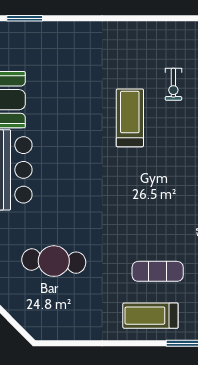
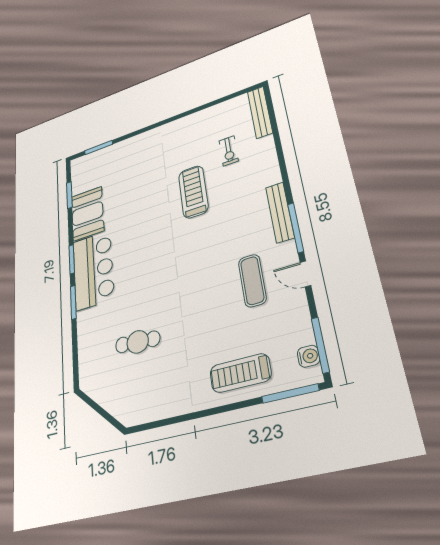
cafe table: (54, 261) -> (138, 342), width x0.73, depth x0.74
exercise mat: (158, 271) -> (252, 281), moved, turned 90

